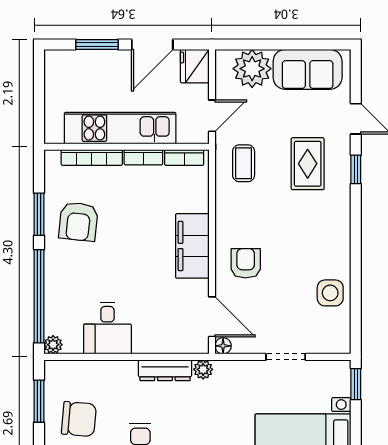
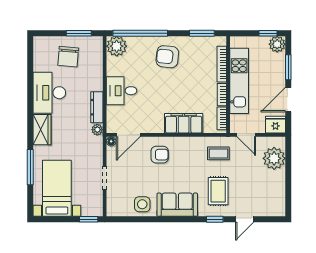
door: (152, 45) -> (288, 100), hinge flipped
plant: (58, 63) -> (277, 44), added
sofa: (308, 69) -> (177, 205), moved, turned 90
window: (39, 79) -> (268, 33), added
rug: (308, 164) -> (218, 191), turned 90
window: (39, 214) -> (202, 33), moved
armchair: (78, 222) -> (167, 57), moved
filing cabinet: (192, 246) -> (184, 123), moved
desk: (107, 328) -> (122, 91), moved
plant: (53, 345) -> (117, 46), width x1.87, depth x1.87

